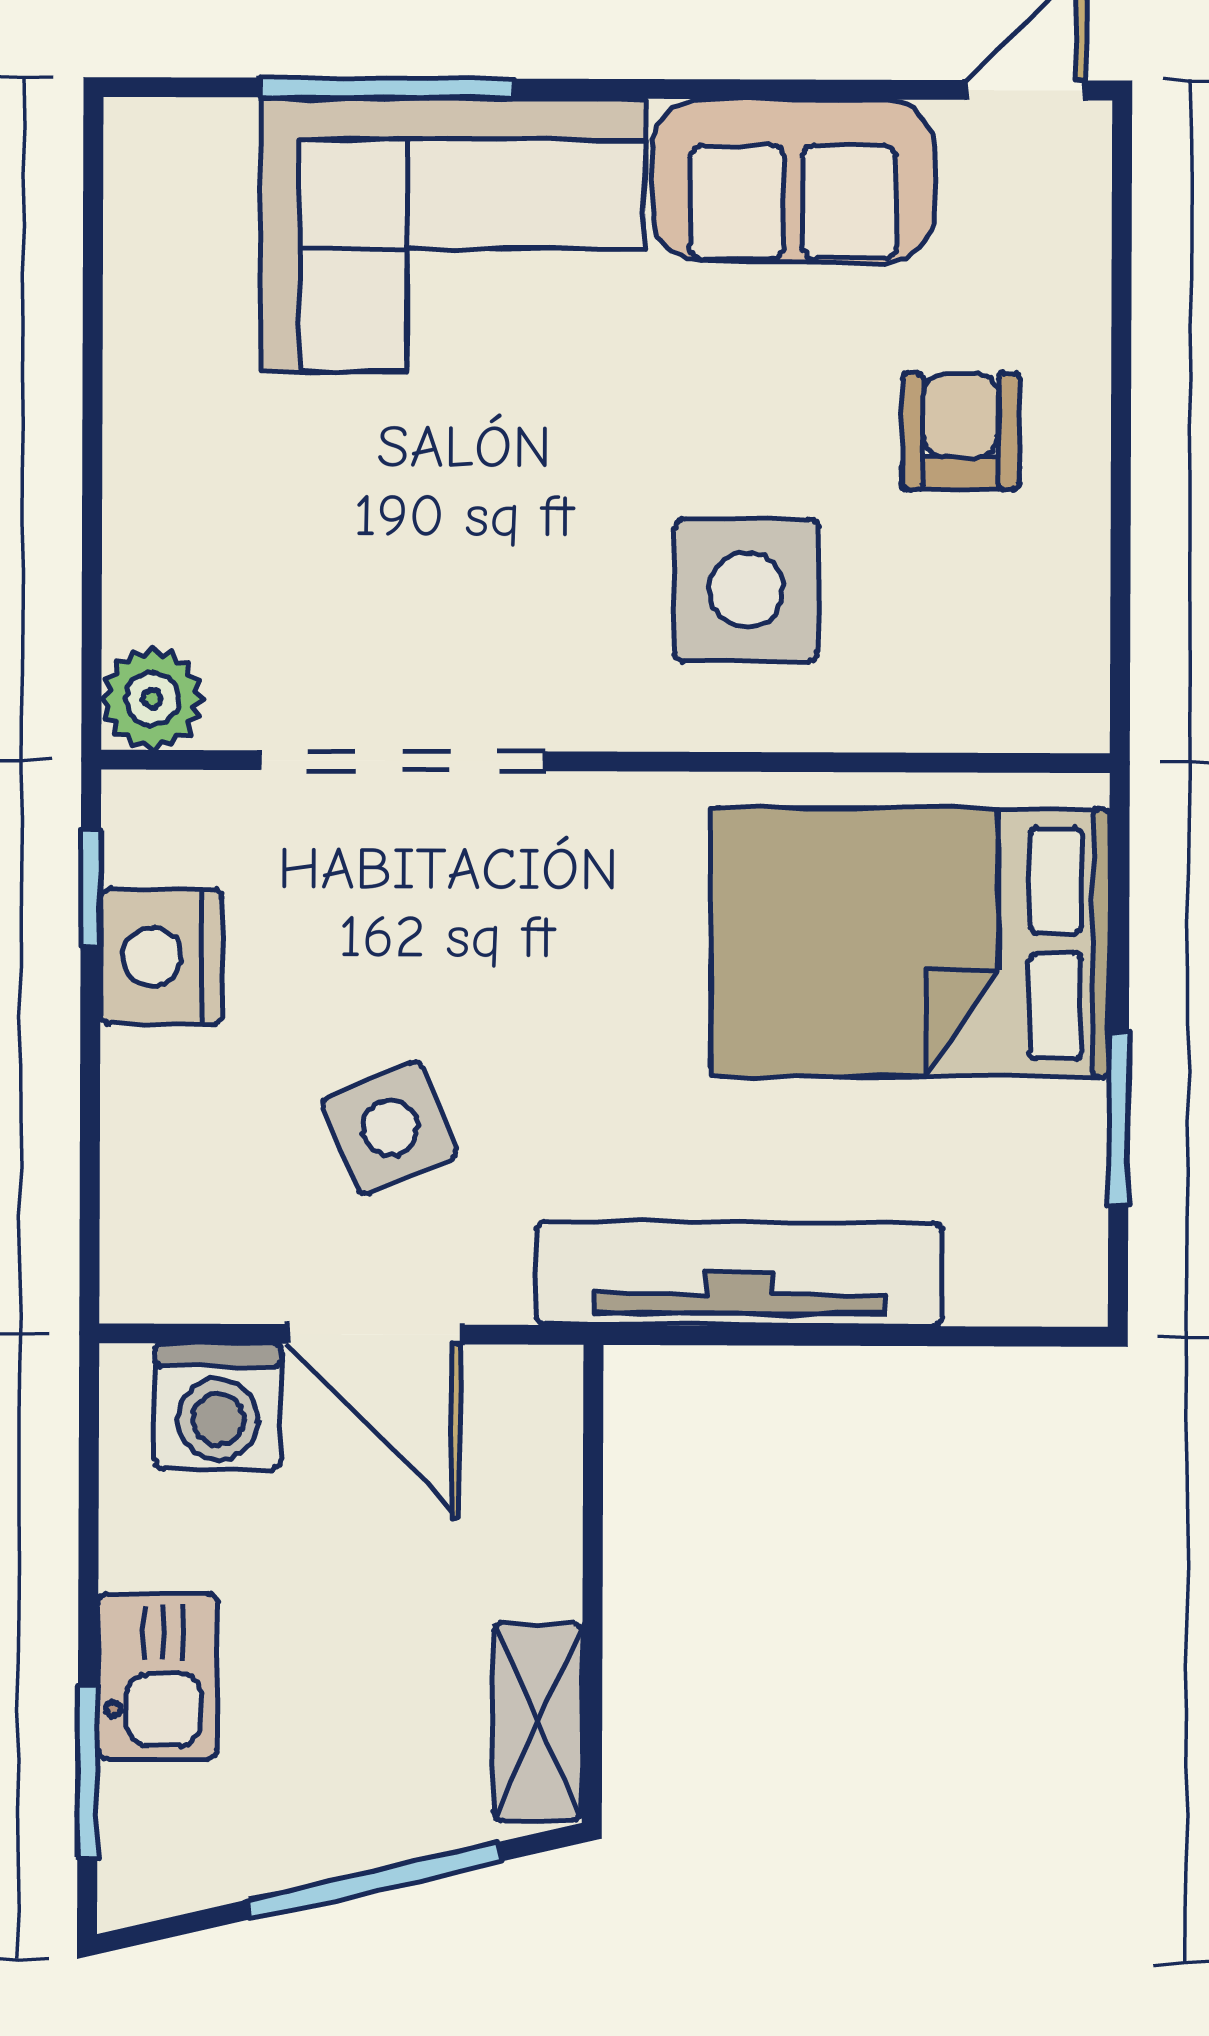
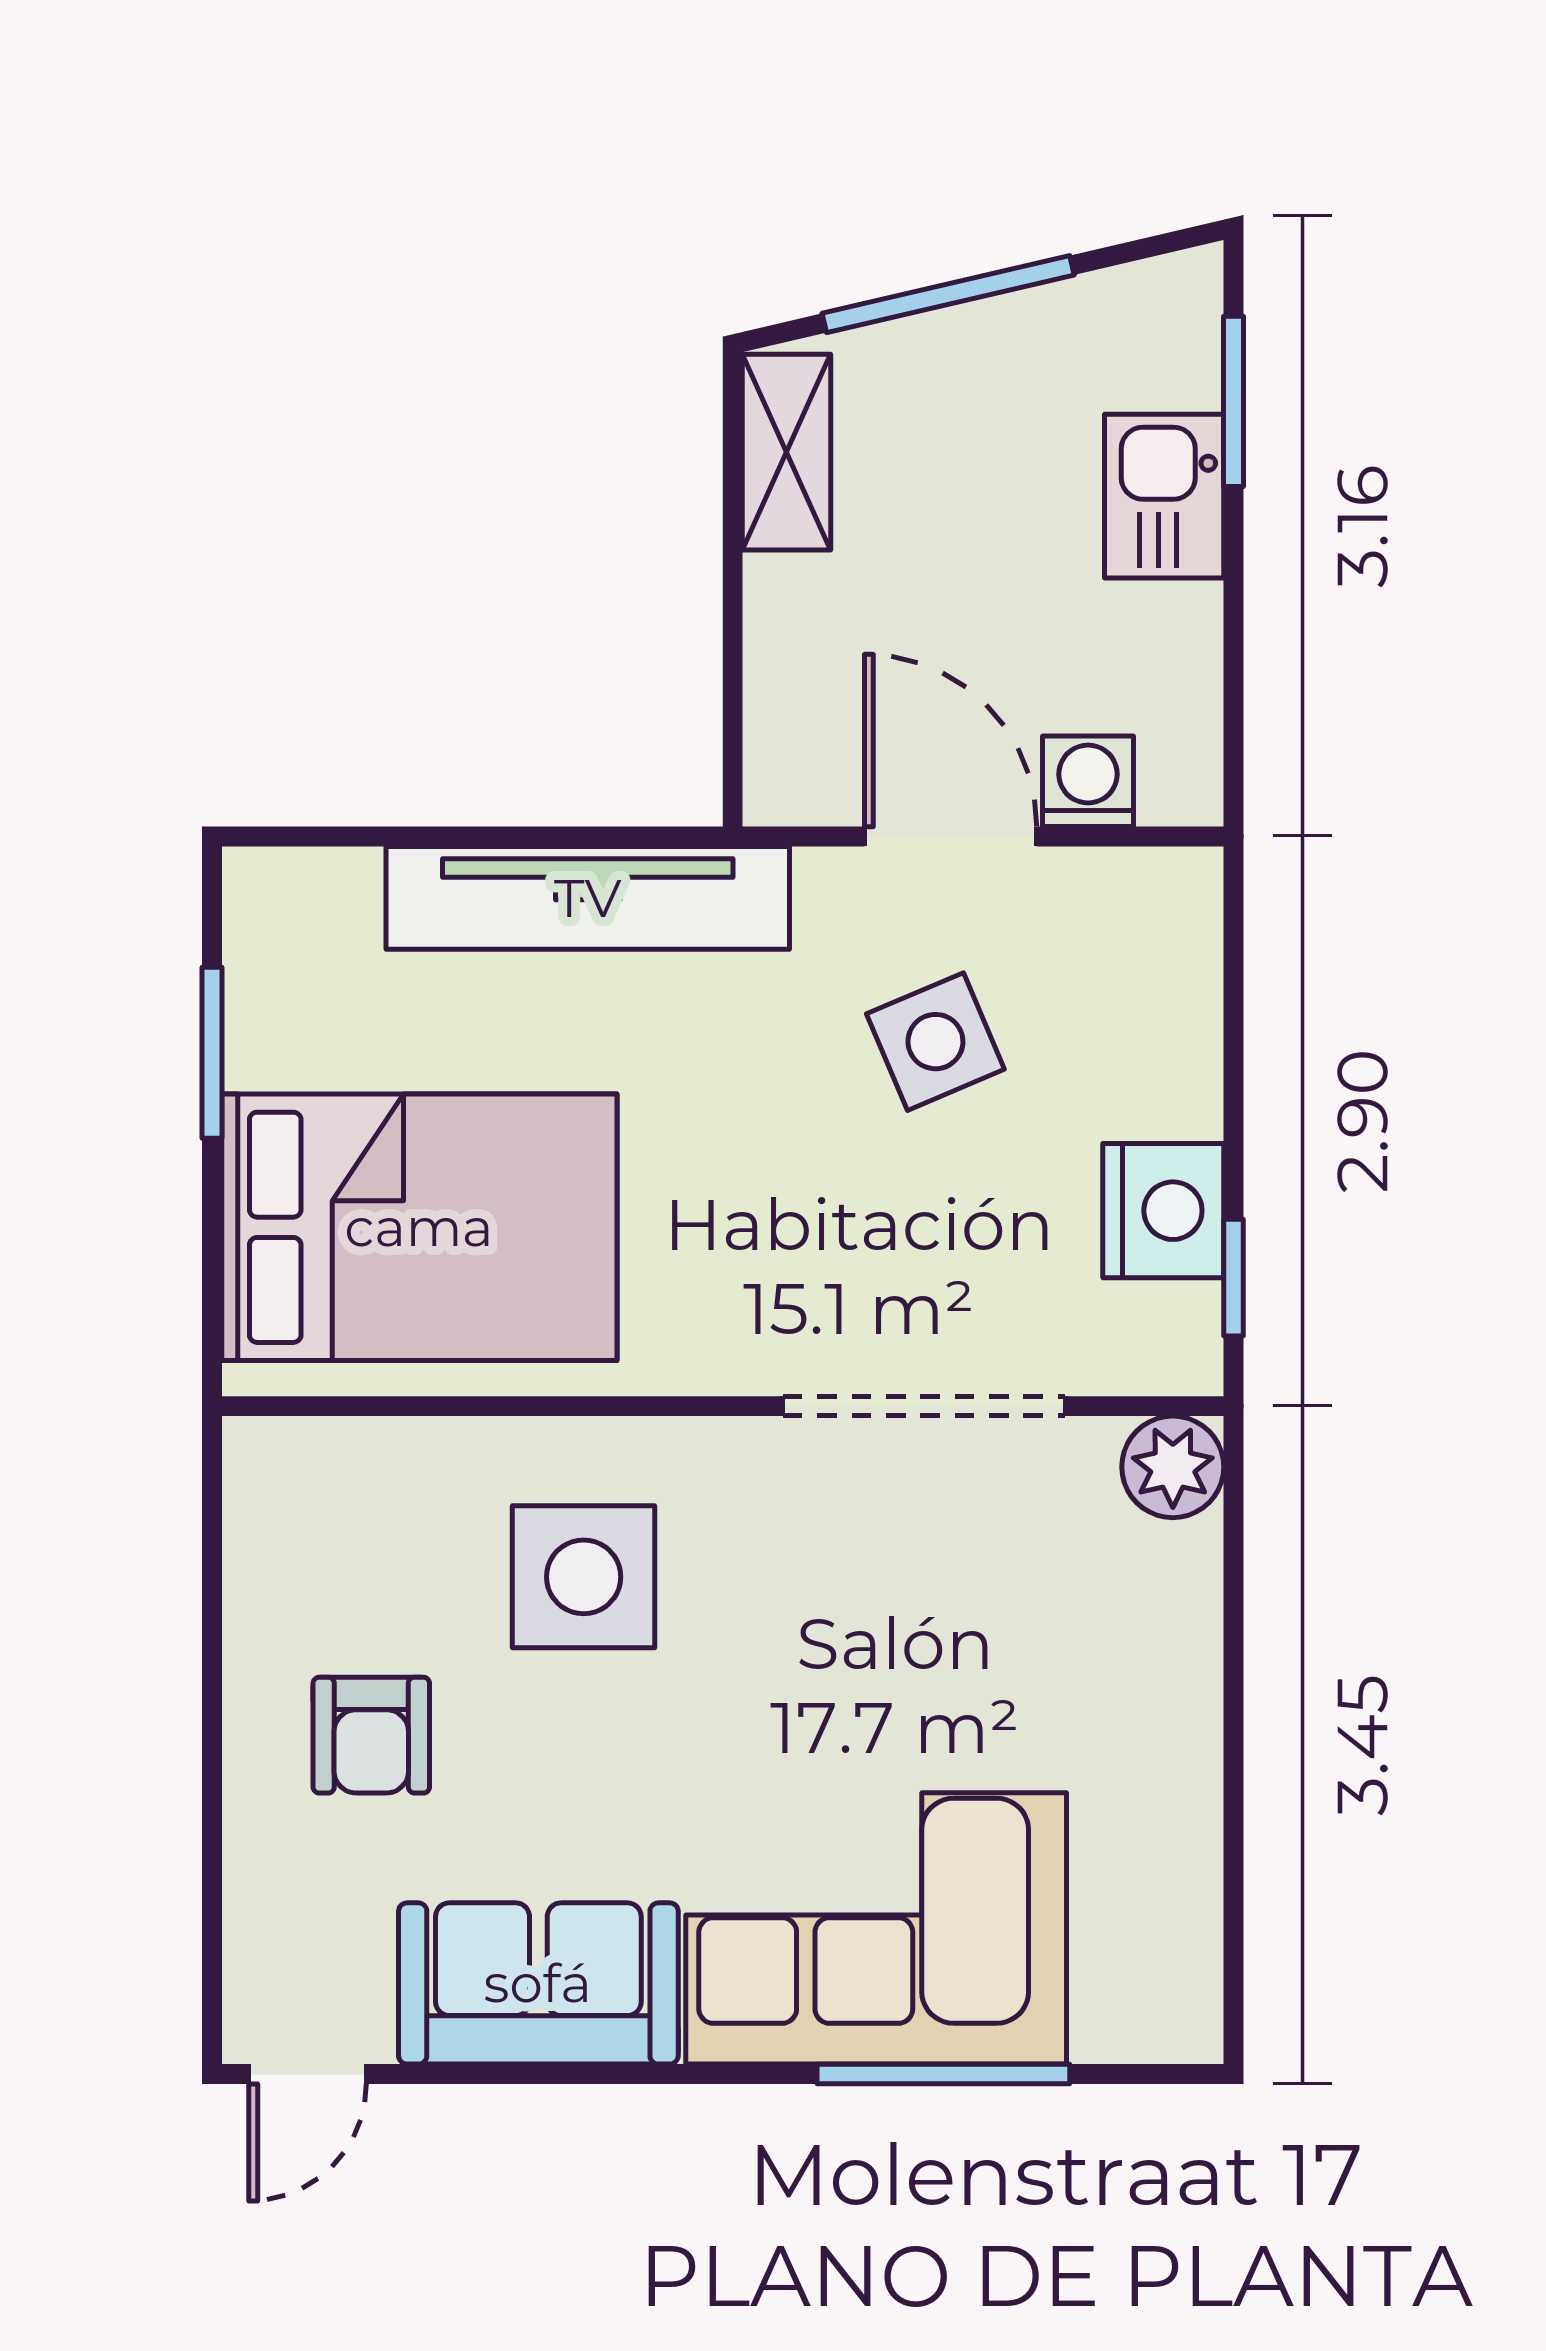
washing machine: (218, 1407) -> (1088, 781), width x0.73, depth x0.73

